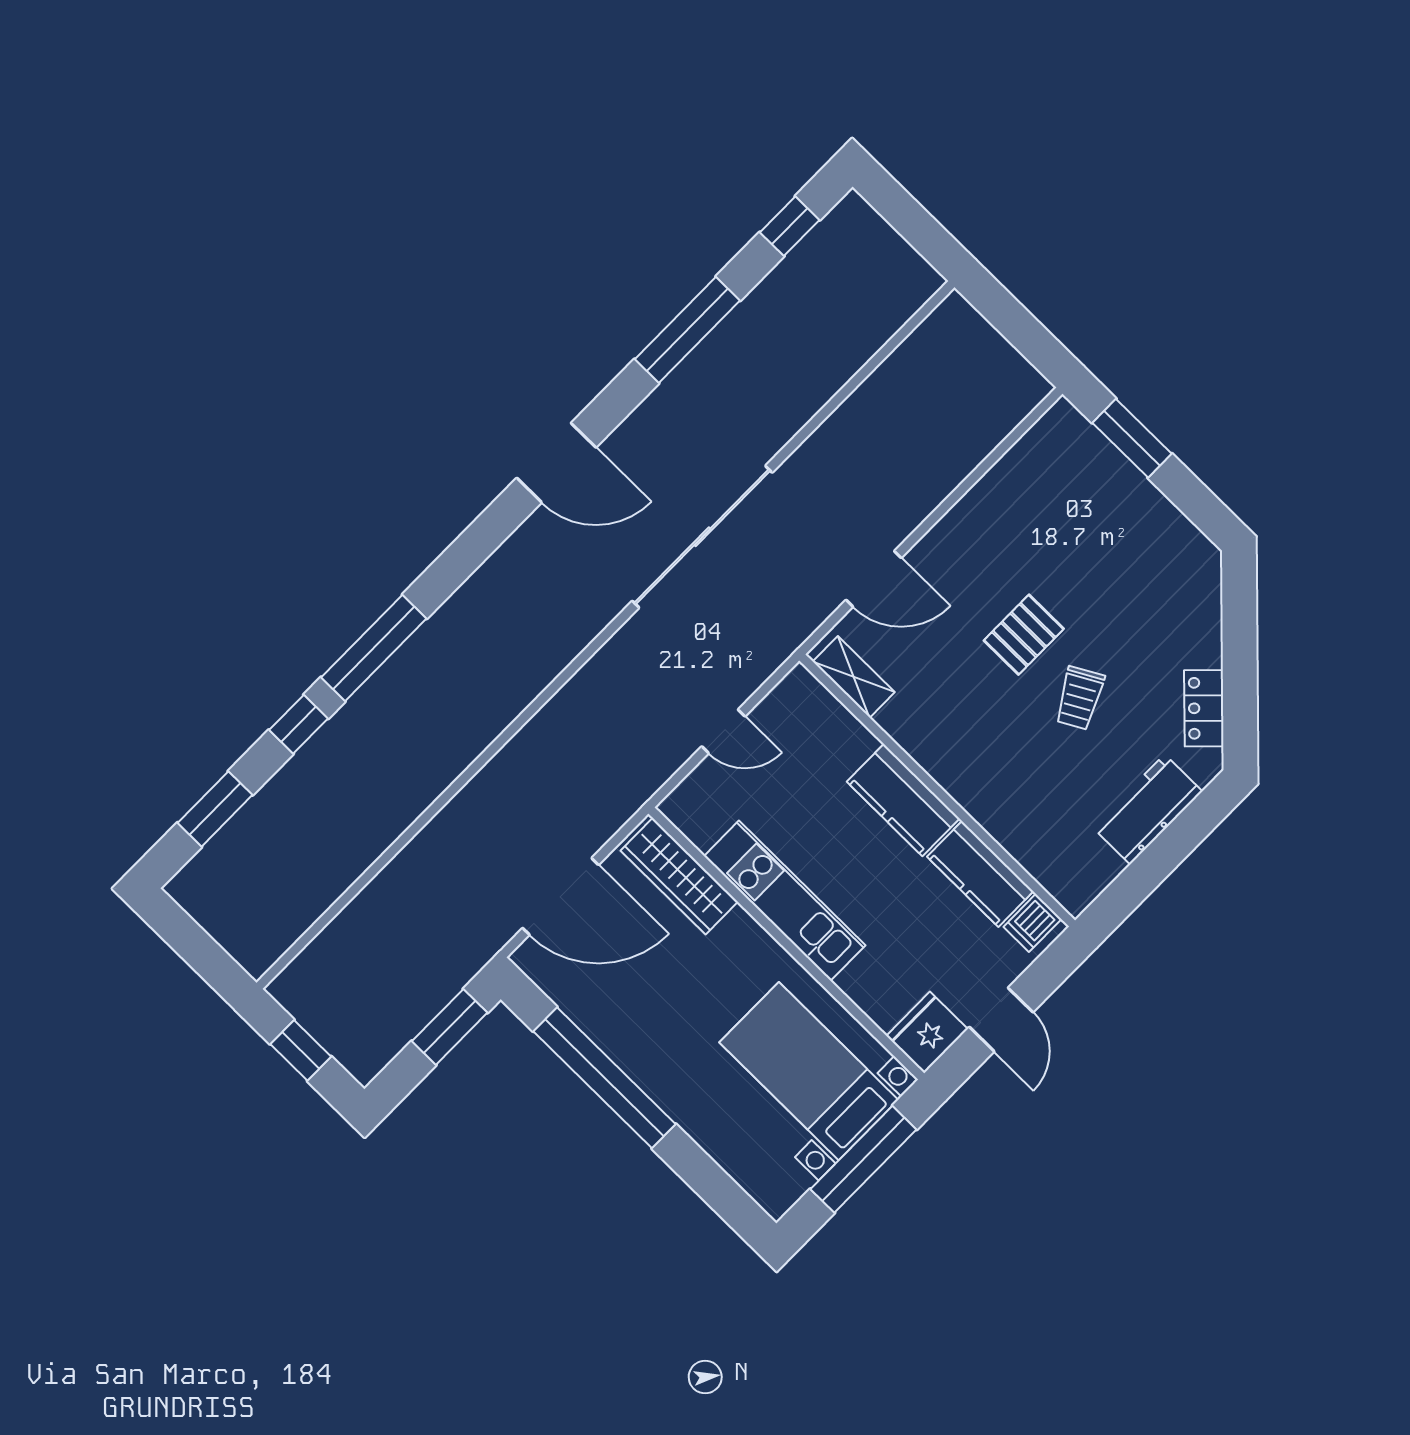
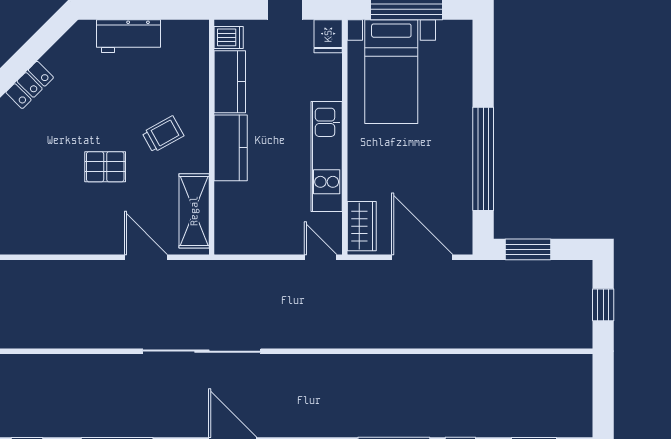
shelving: (854, 677) -> (194, 211), width x1.50, depth x1.33
trolley: (1080, 698) -> (163, 134), moved
locker: (1204, 708) -> (30, 85), moved
door: (723, 731) -> (320, 257), moved
wardrobe: (679, 876) -> (362, 226), width x0.67
fridge: (927, 1032) -> (328, 36), width x0.72

